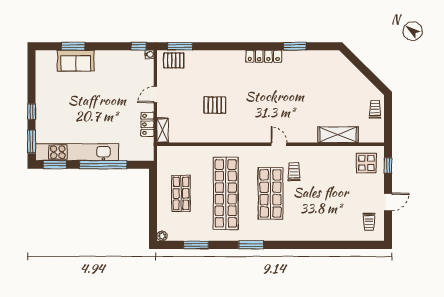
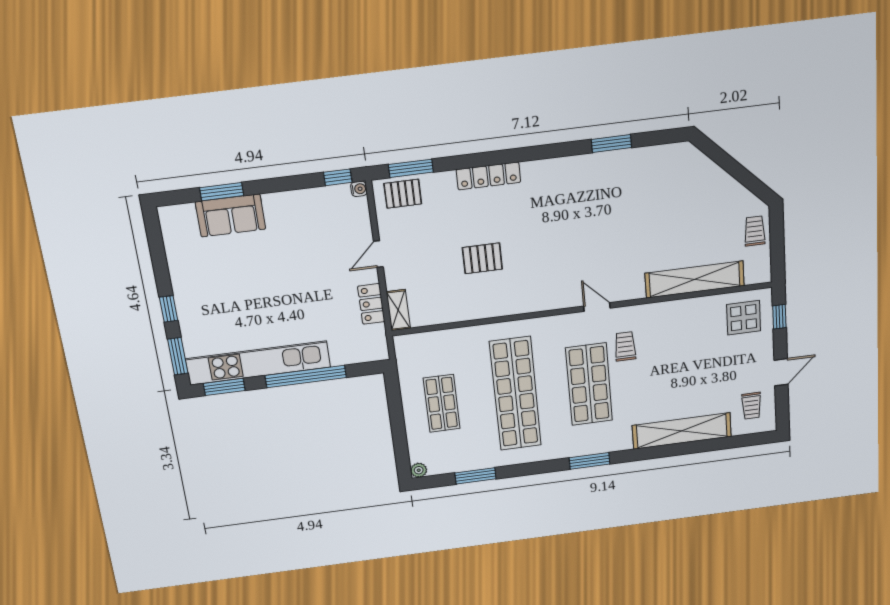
locker: (264, 56) -> (488, 176), moved
shelving: (338, 135) -> (695, 279), width x1.47
shelving: (325, 233) -> (682, 431), added
window: (251, 245) -> (589, 461), moved

